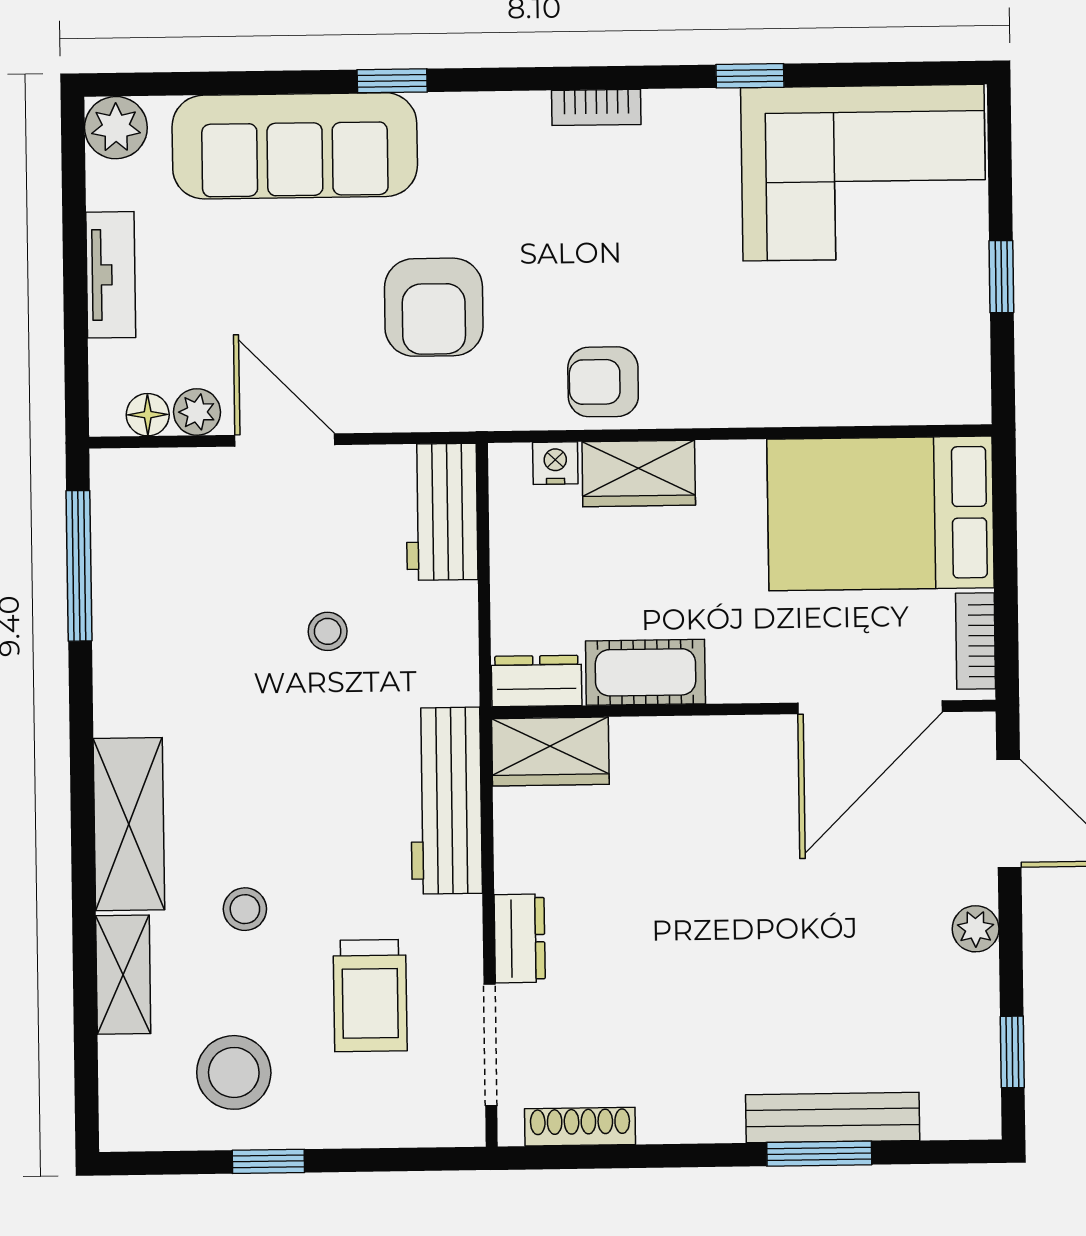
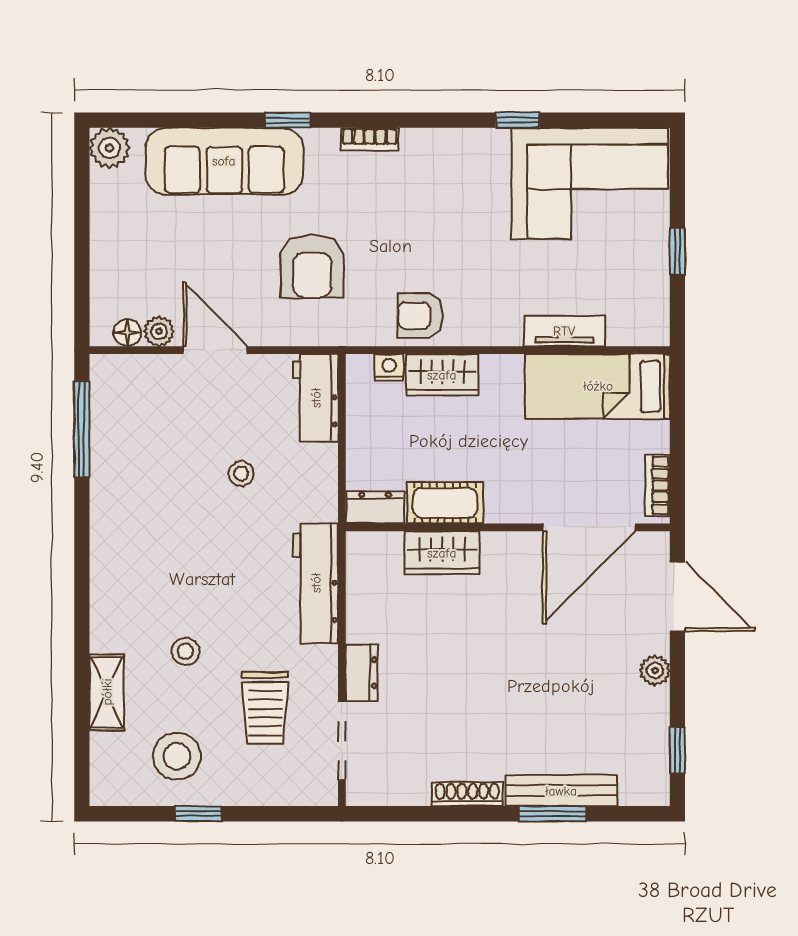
bookcase: (596, 107) -> (370, 139), moved
tv unit: (111, 275) -> (564, 331), moved, turned -90
bed: (880, 513) -> (598, 386), width x0.67
wardrobe: (550, 751) -> (442, 553), moved
shelving: (129, 824) -> (112, 596), removed
shoe rack: (580, 1127) -> (467, 794), moved

